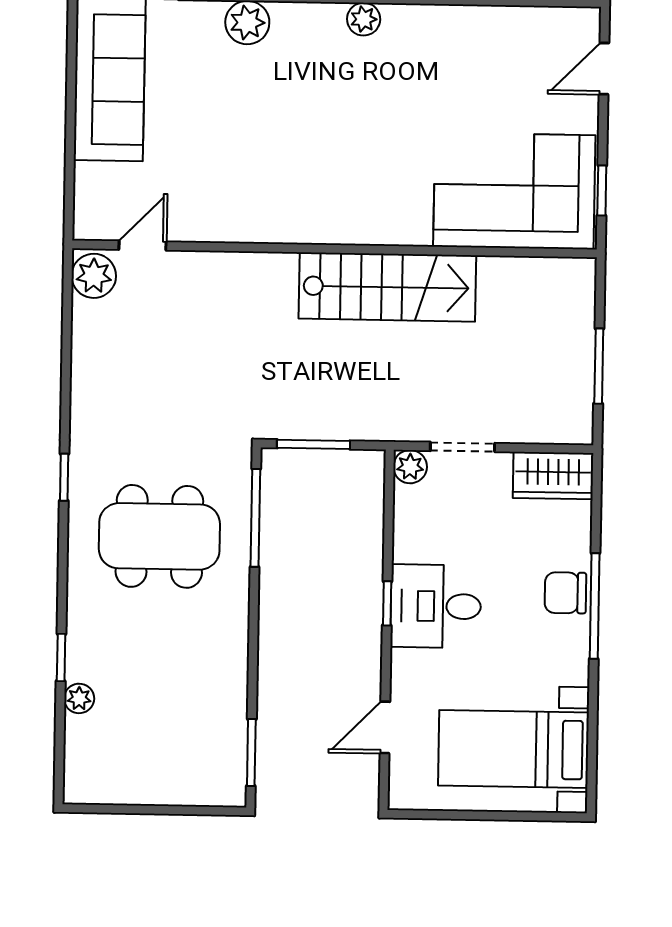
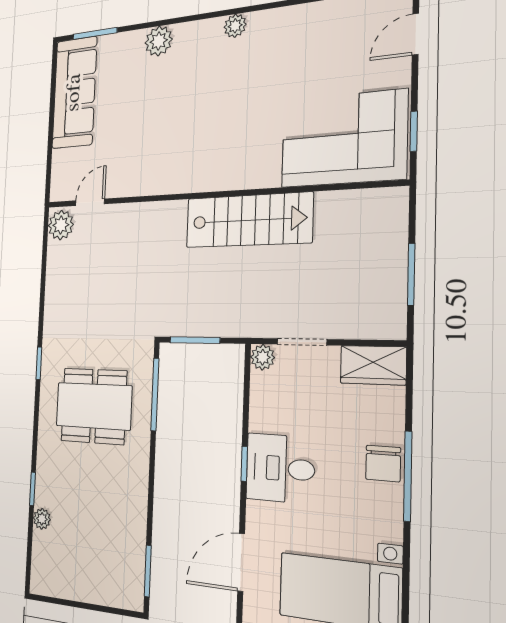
chair: (565, 593) -> (383, 463), turned -90
door: (385, 727) -> (241, 562), width x1.38

